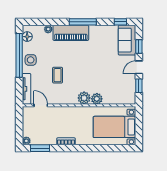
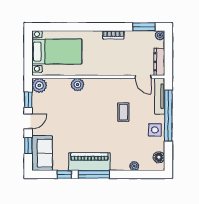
window: (120, 22) -> (64, 174), moved
piano: (71, 33) -> (89, 162), moved
window: (19, 55) -> (168, 116), moved
plant: (84, 98) -> (39, 85), moved
dresser: (27, 118) -> (159, 62), added

